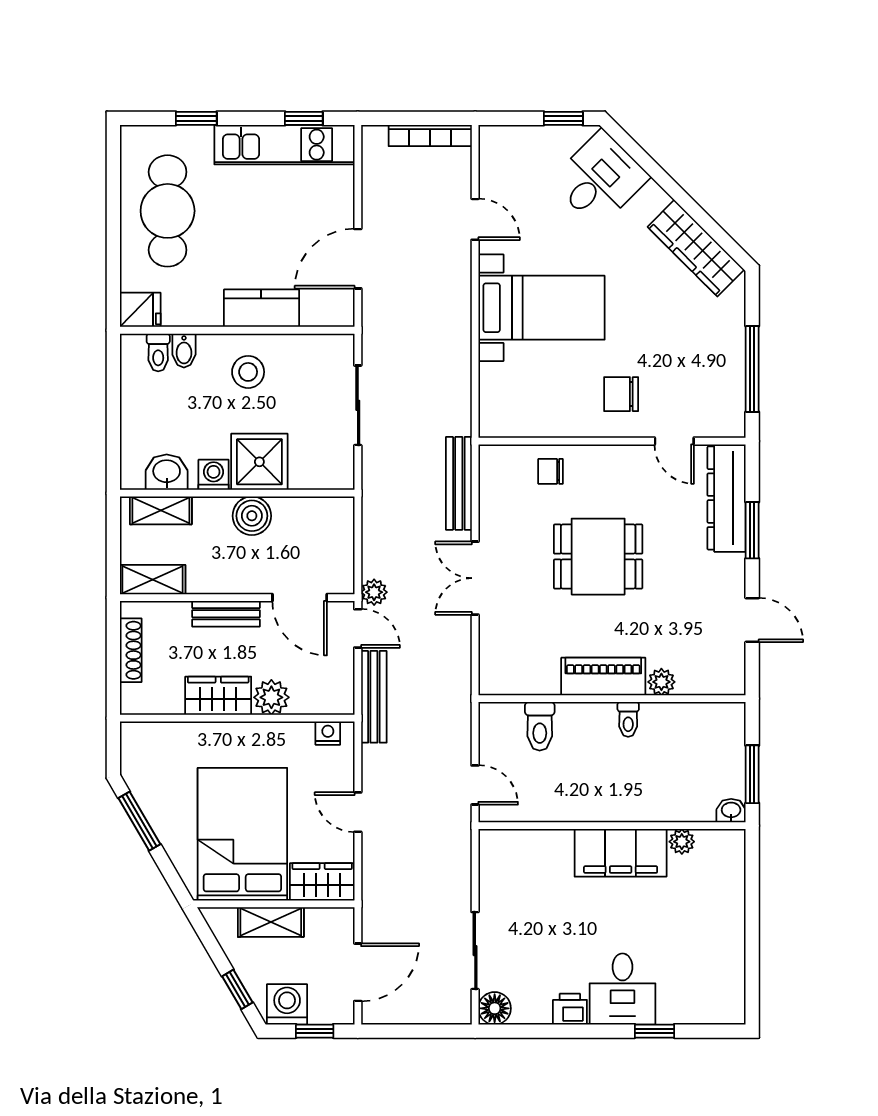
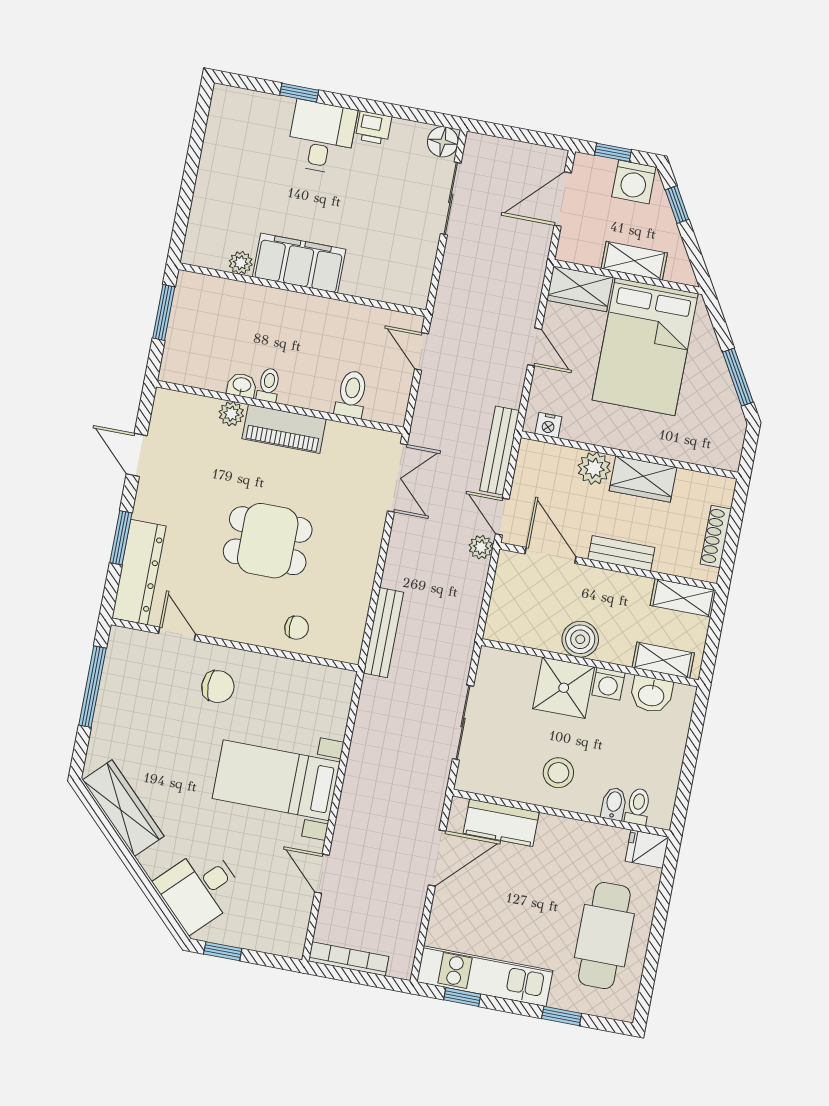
kitchen counter: (261, 308) -> (501, 823), moved
double door: (475, 578) -> (397, 478), moved
washbasin: (731, 811) -> (242, 385), moved, turned 180

